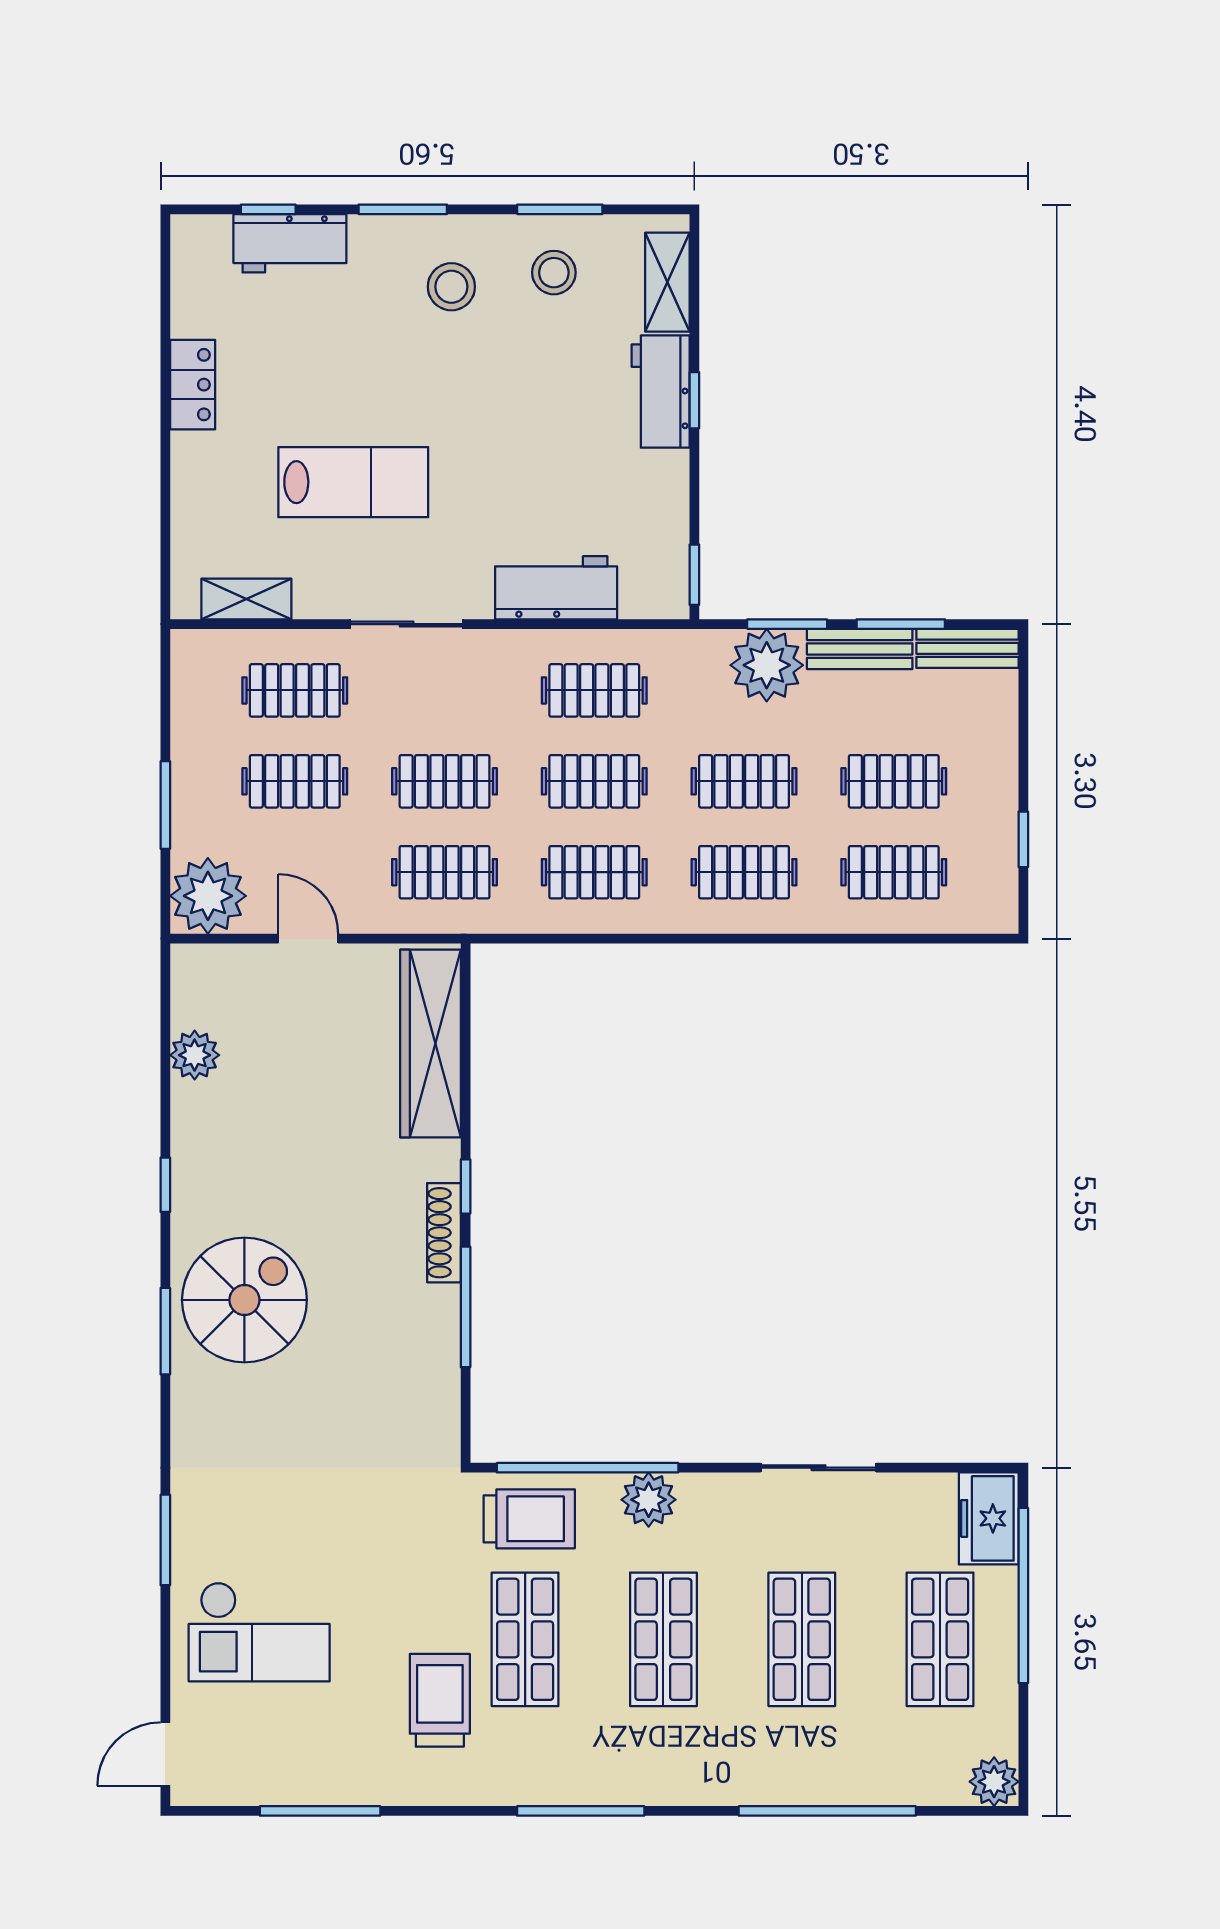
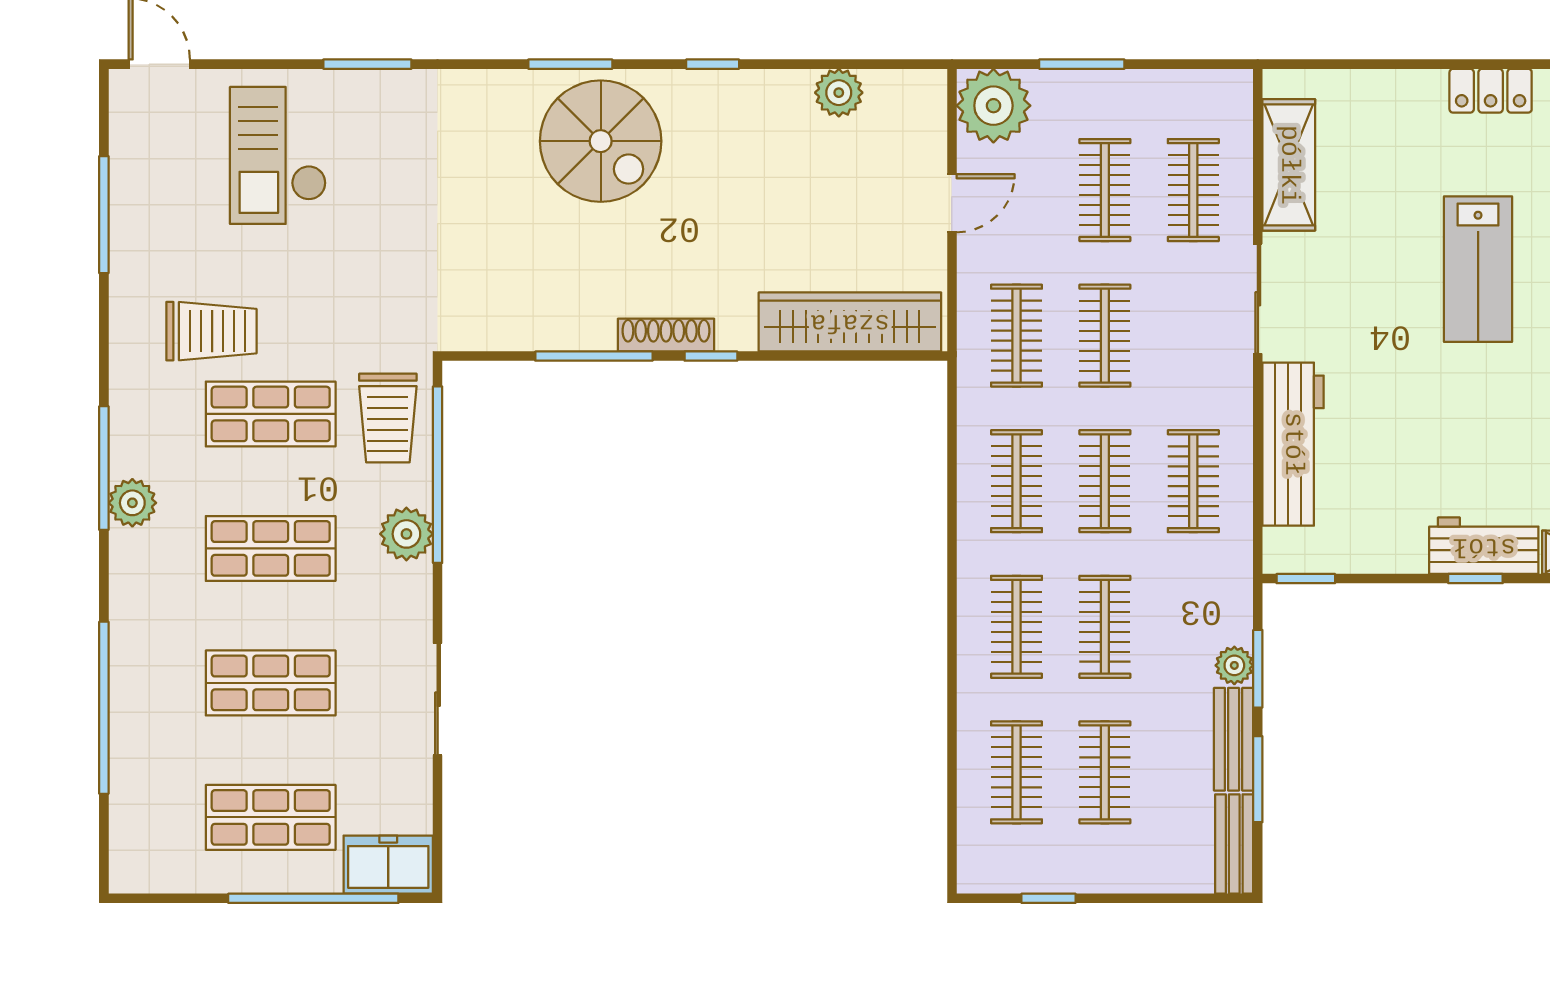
lab bench: (353, 482) -> (1478, 269), moved
workbench: (556, 588) -> (1293, 444), width x1.38
shelving: (246, 599) -> (1289, 165), width x1.50, depth x1.33
plant: (767, 665) -> (1234, 665), width x0.53, depth x0.53
plant: (994, 1782) -> (132, 503), moved

